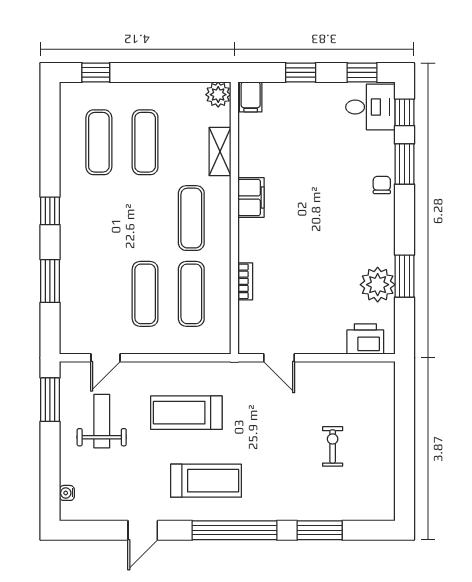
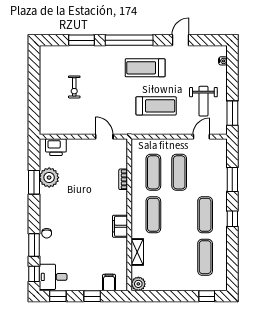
filing cabinet: (251, 97) -> (109, 283), moved
exercise mat: (145, 142) -> (205, 215), moved

